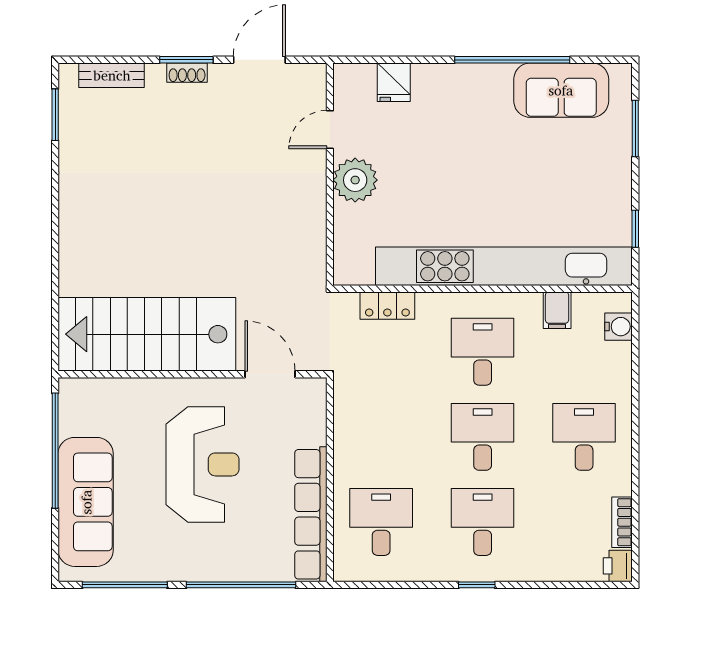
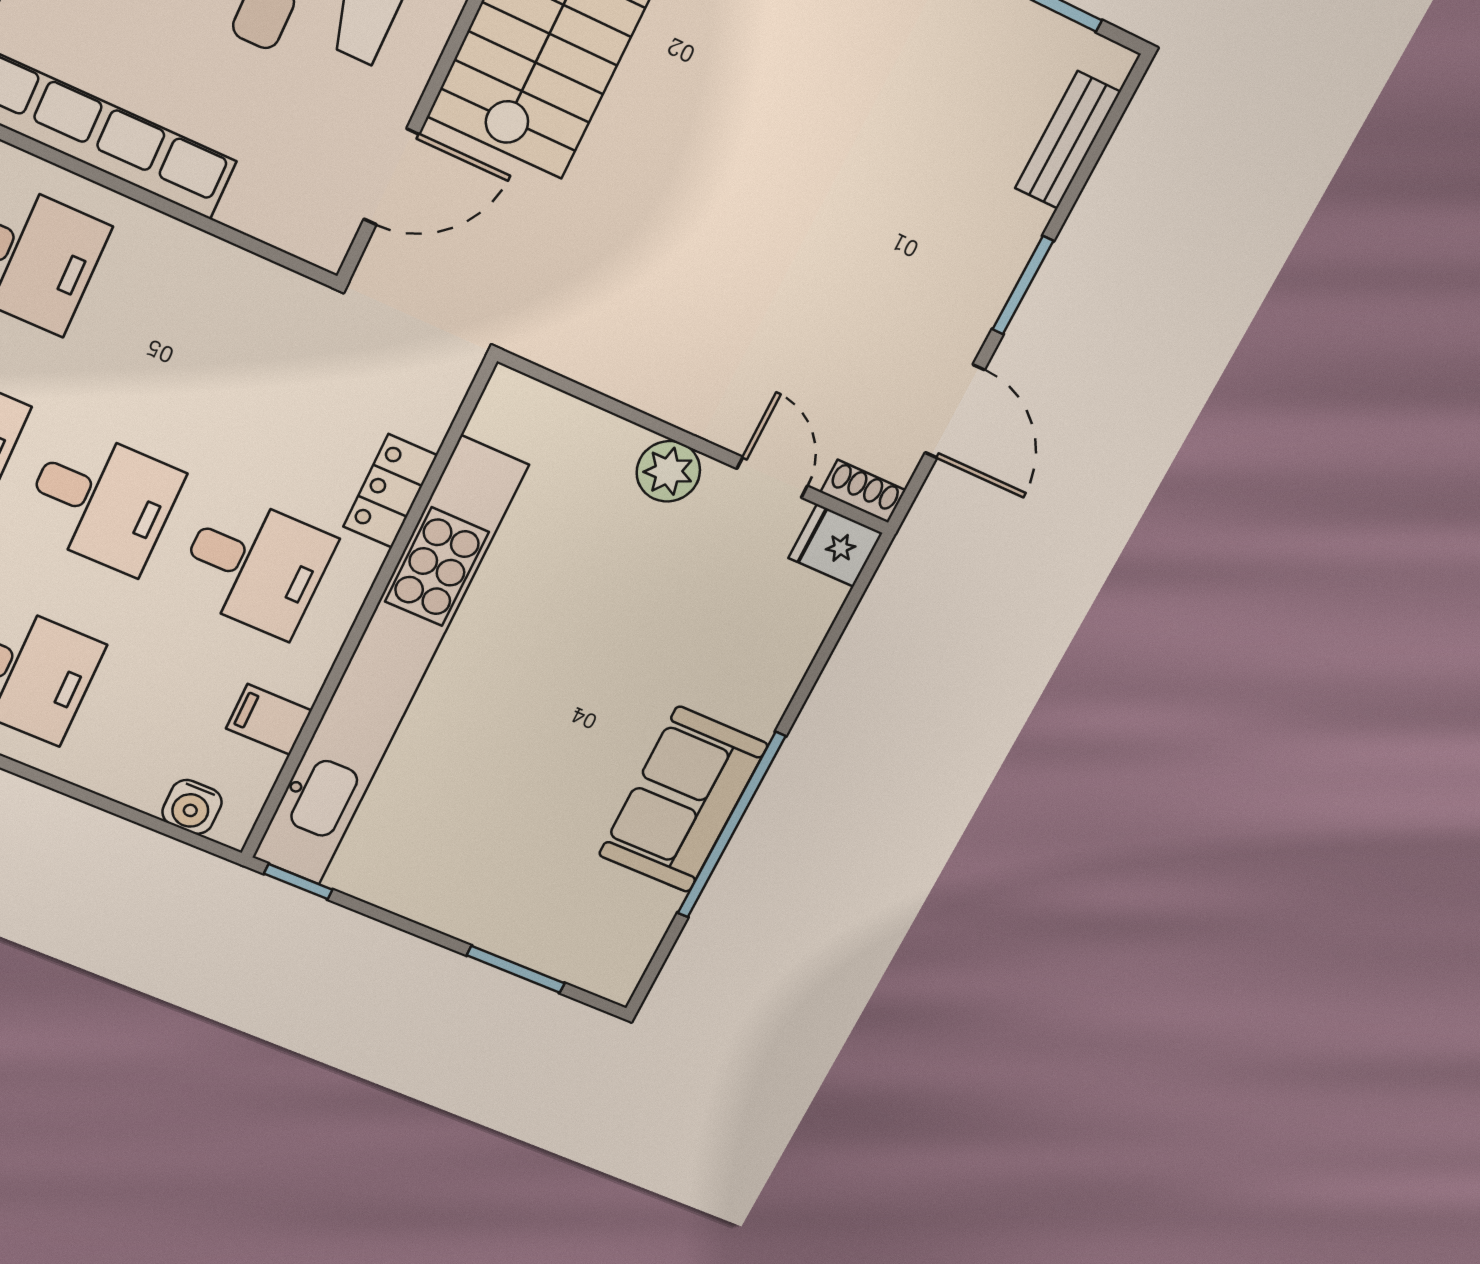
shoe rack: (187, 73) -> (863, 491), moved, turned 90
fridge: (394, 82) -> (835, 546), moved
sofa: (561, 90) -> (683, 800), moved
plant: (355, 180) -> (668, 471), width x0.73, depth x0.73
window: (635, 229) -> (298, 882), moved
locker: (387, 306) -> (390, 491), moved

